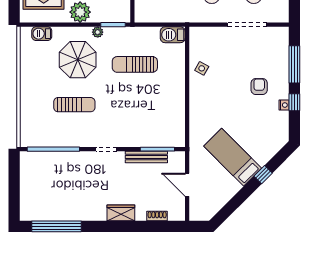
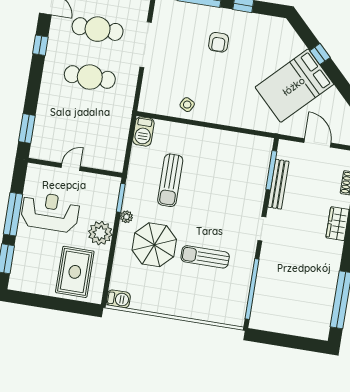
barbecue: (42, 34) -> (118, 299), moved, turned -90
armchair: (259, 87) -> (219, 42), turned -90
sun lounger: (74, 105) -> (205, 257), turned -90
nightstand: (284, 105) -> (244, 17), removed
bed: (233, 157) -> (294, 86), width x1.50
door: (187, 185) -> (317, 143), swing flipped

